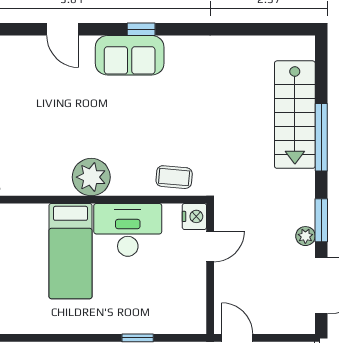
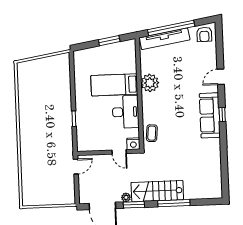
sofa: (130, 55) -> (210, 115), width x1.36
stairs: (295, 115) -> (157, 191), moved
plant: (91, 177) -> (150, 83), moved

